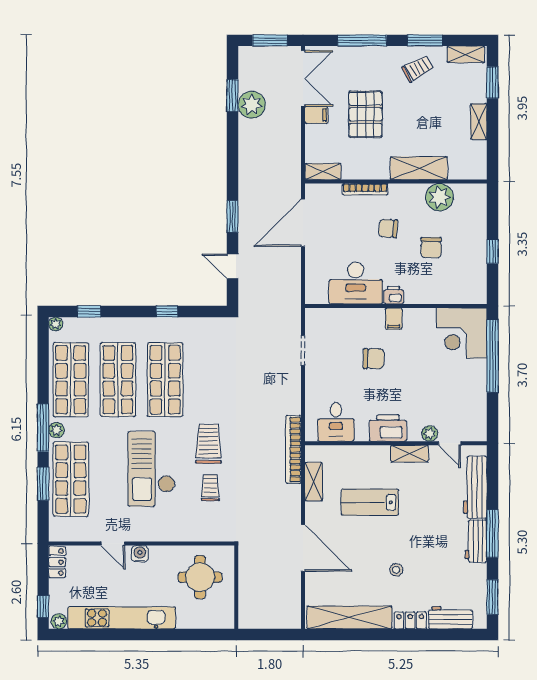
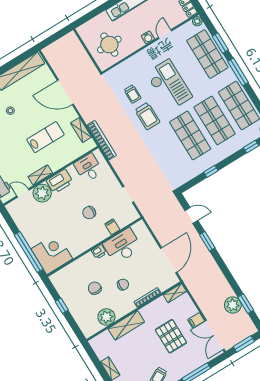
filing cabinet: (394, 319) -> (112, 227), moved
plant: (56, 430) -> (197, 21), moved
plant: (430, 434) -> (42, 193), width x1.87, depth x1.87
door: (113, 544) -> (165, 34), hinge flipped

